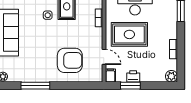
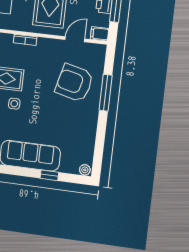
armchair: (70, 60) -> (74, 83), turned -76
window: (35, 86) -> (106, 93), moved

